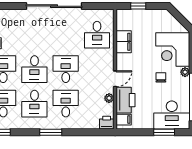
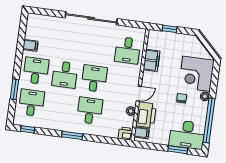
desk: (34, 104) -> (61, 107), removed

